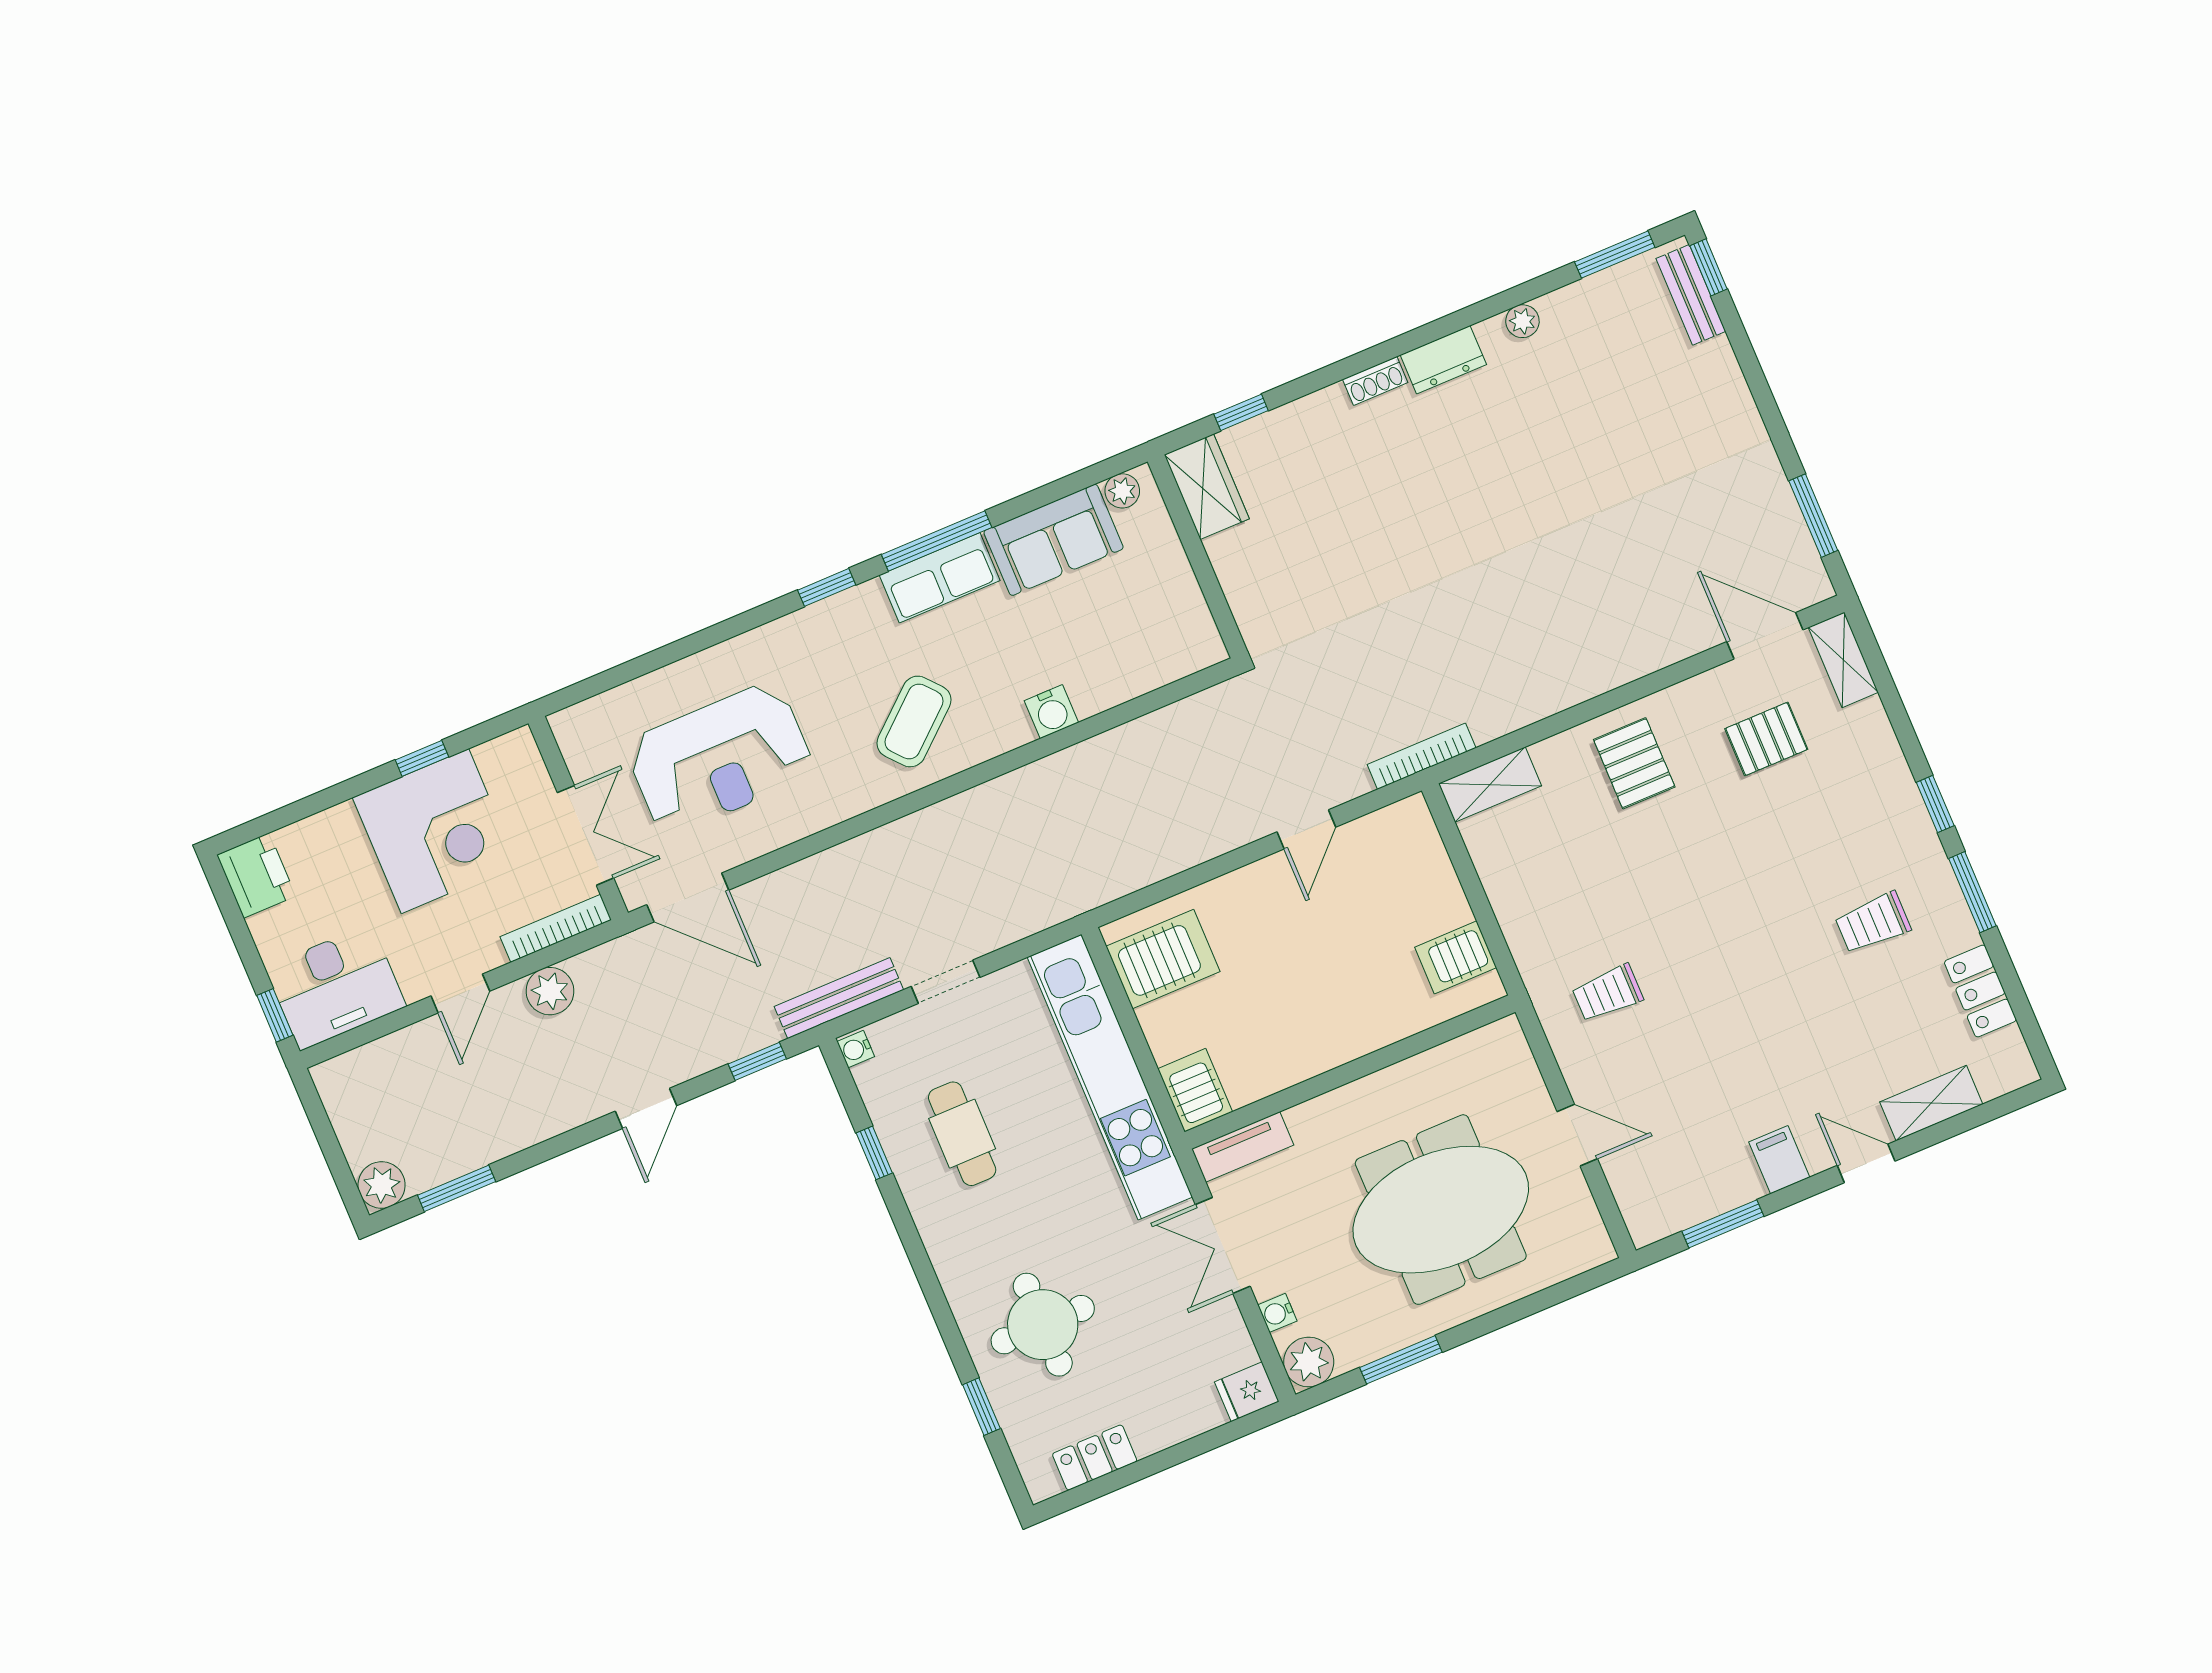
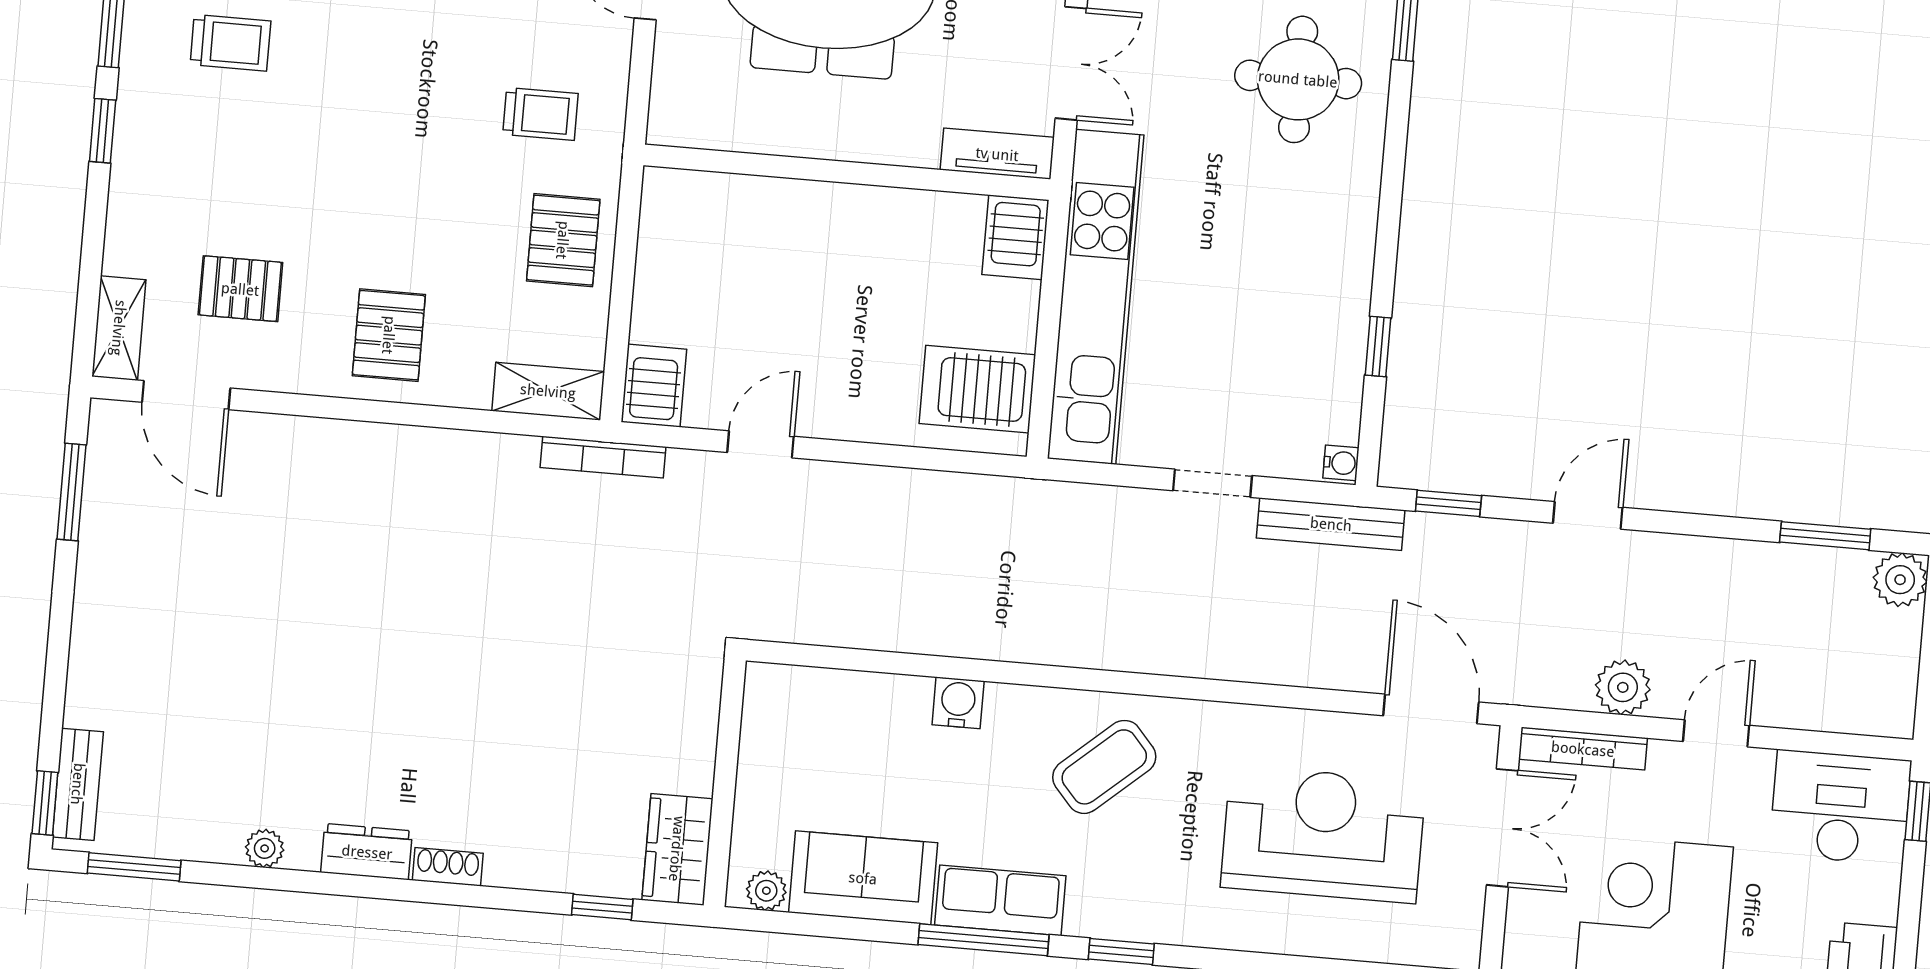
double door: (585, 835) -> (1502, 828), swing flipped
pallet: (1539, 906) -> (563, 240), added
server rack: (1456, 957) -> (654, 386), moved, turned -90
cafe table: (962, 1134) -> (1278, 319), removed

